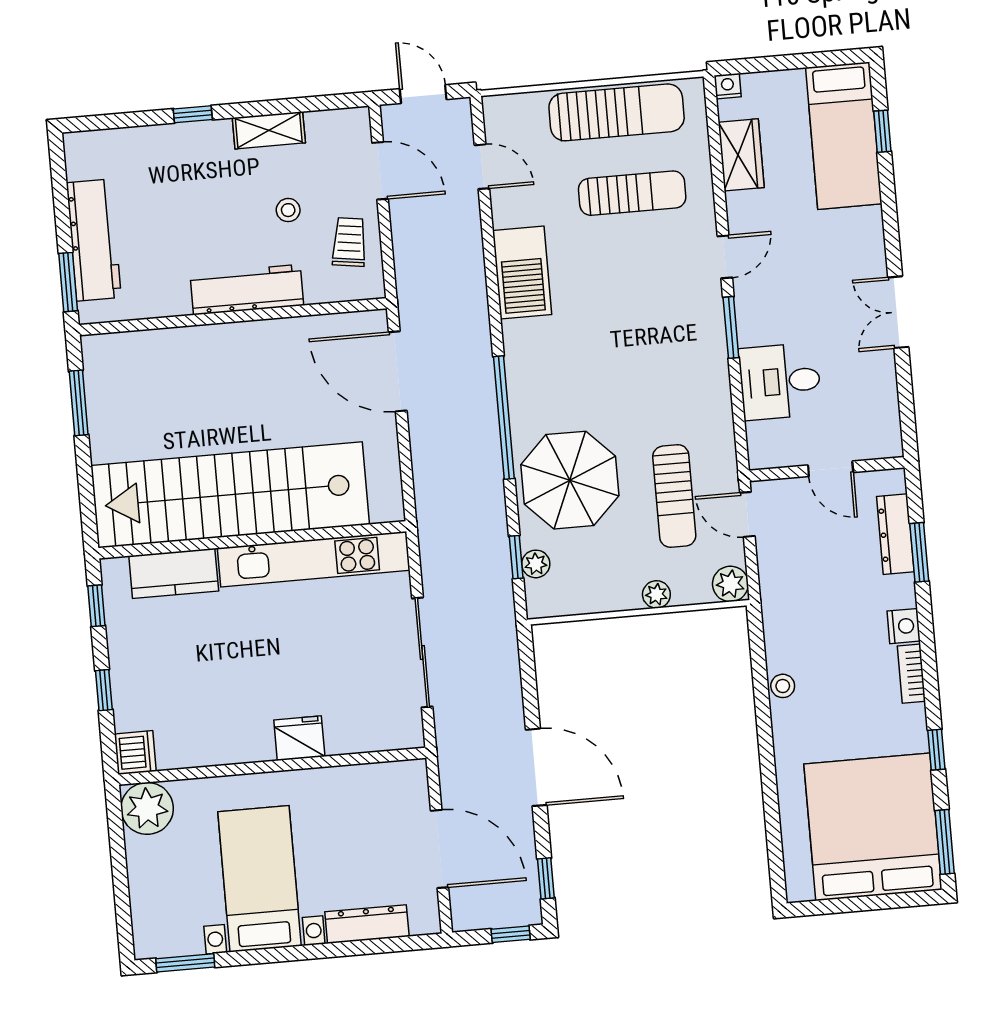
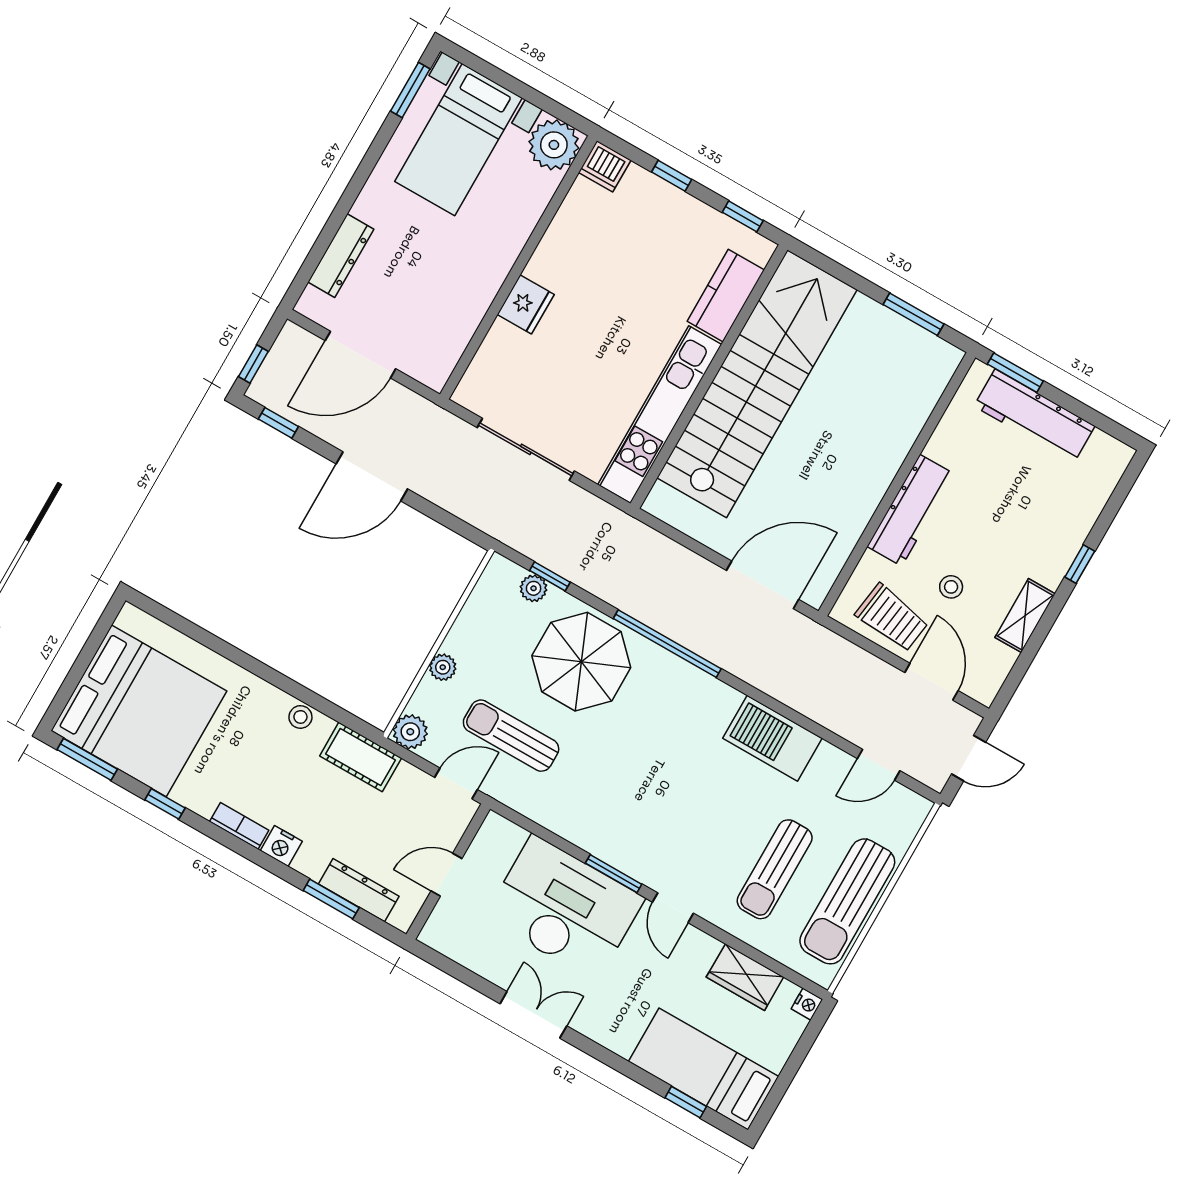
door: (380, 171) -> (931, 682), swing flipped
trolley: (349, 242) -> (892, 618), width x1.36, depth x1.39
desk: (780, 381) -> (565, 908), width x1.87, depth x1.30
cot: (781, 611) -> (361, 757), added
bed with nightstands: (260, 879) -> (458, 140), moved, turned 90

